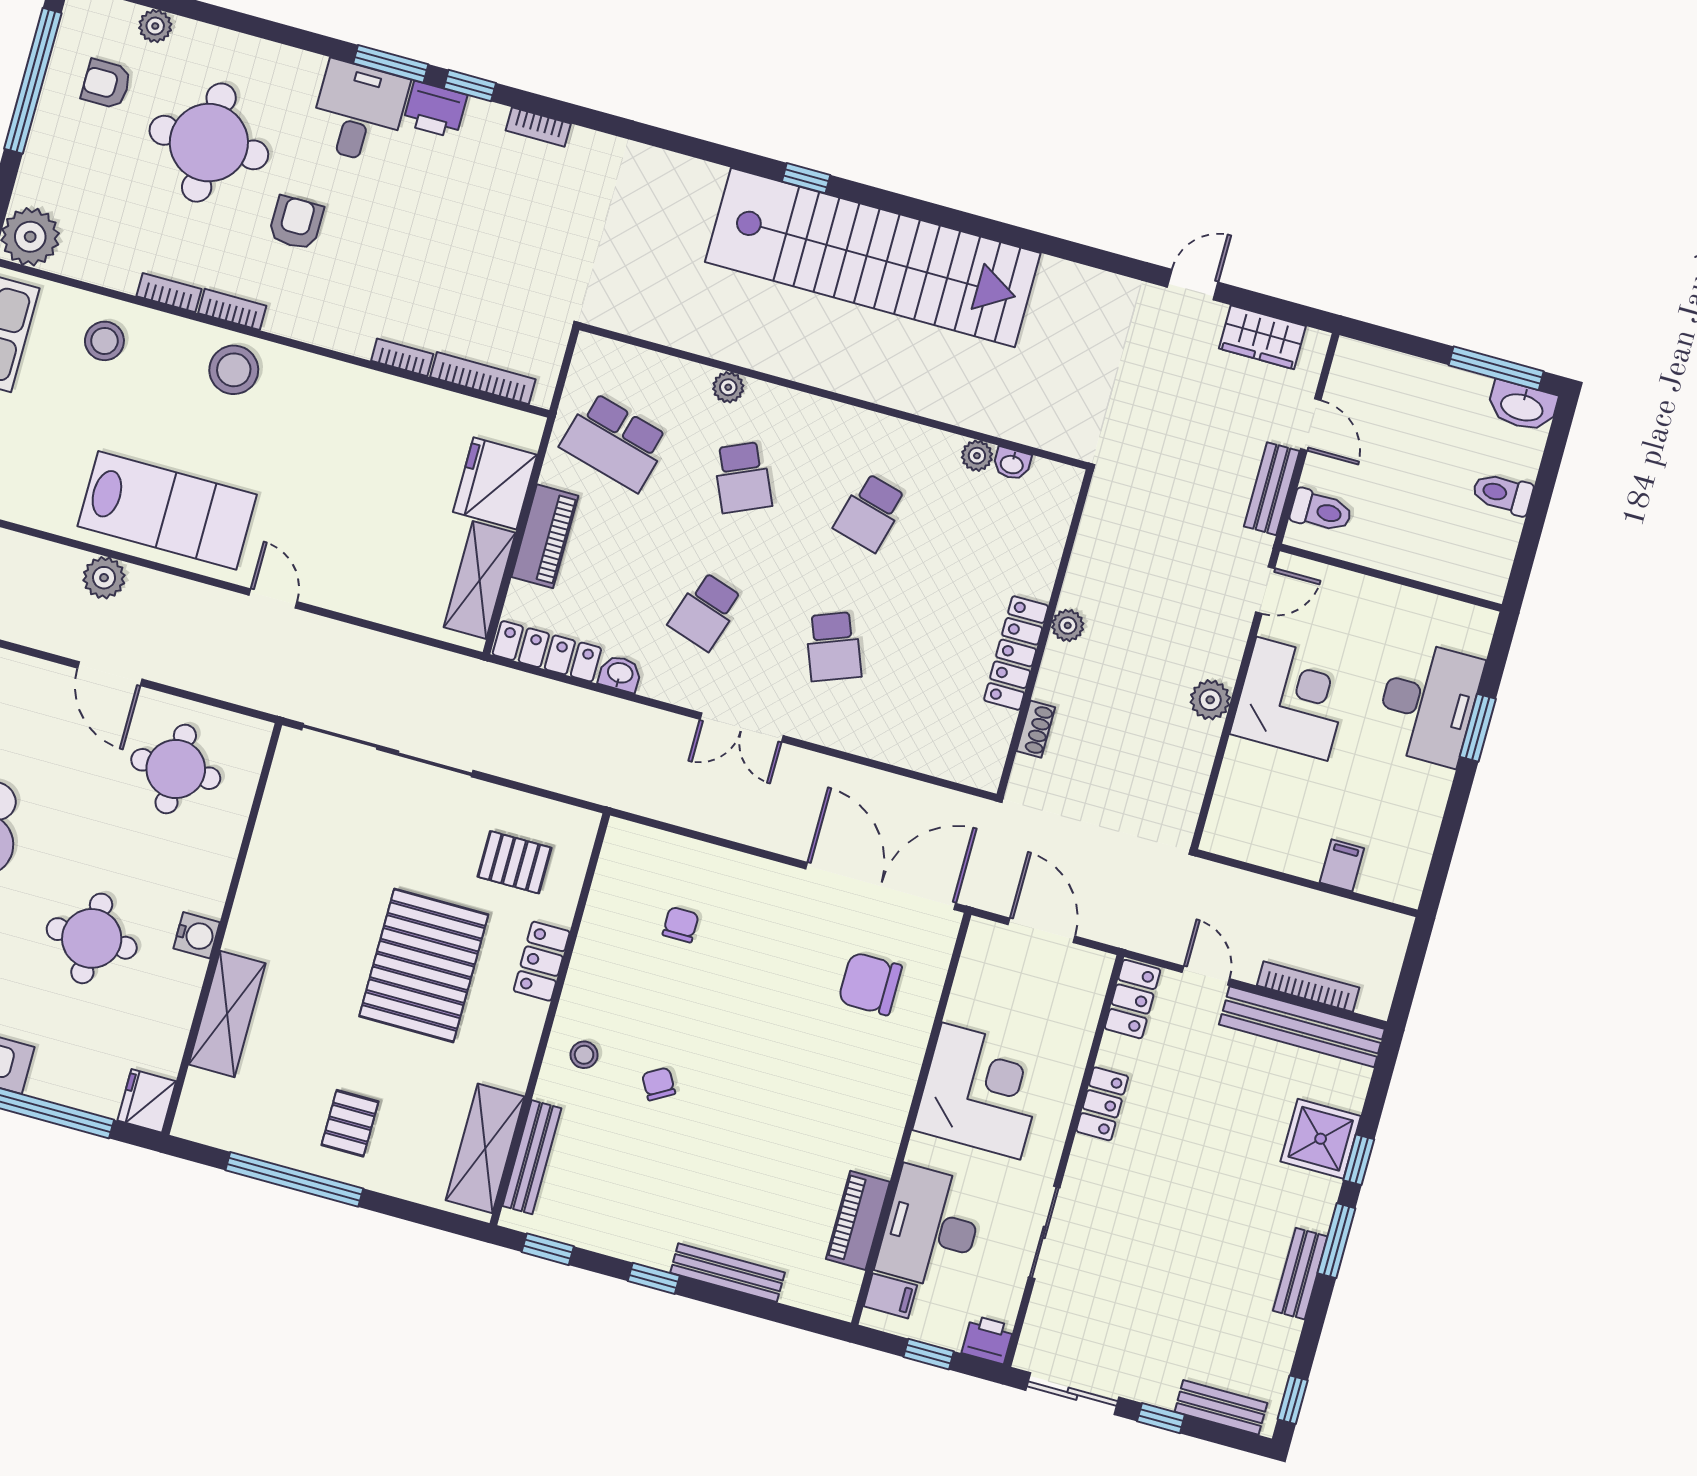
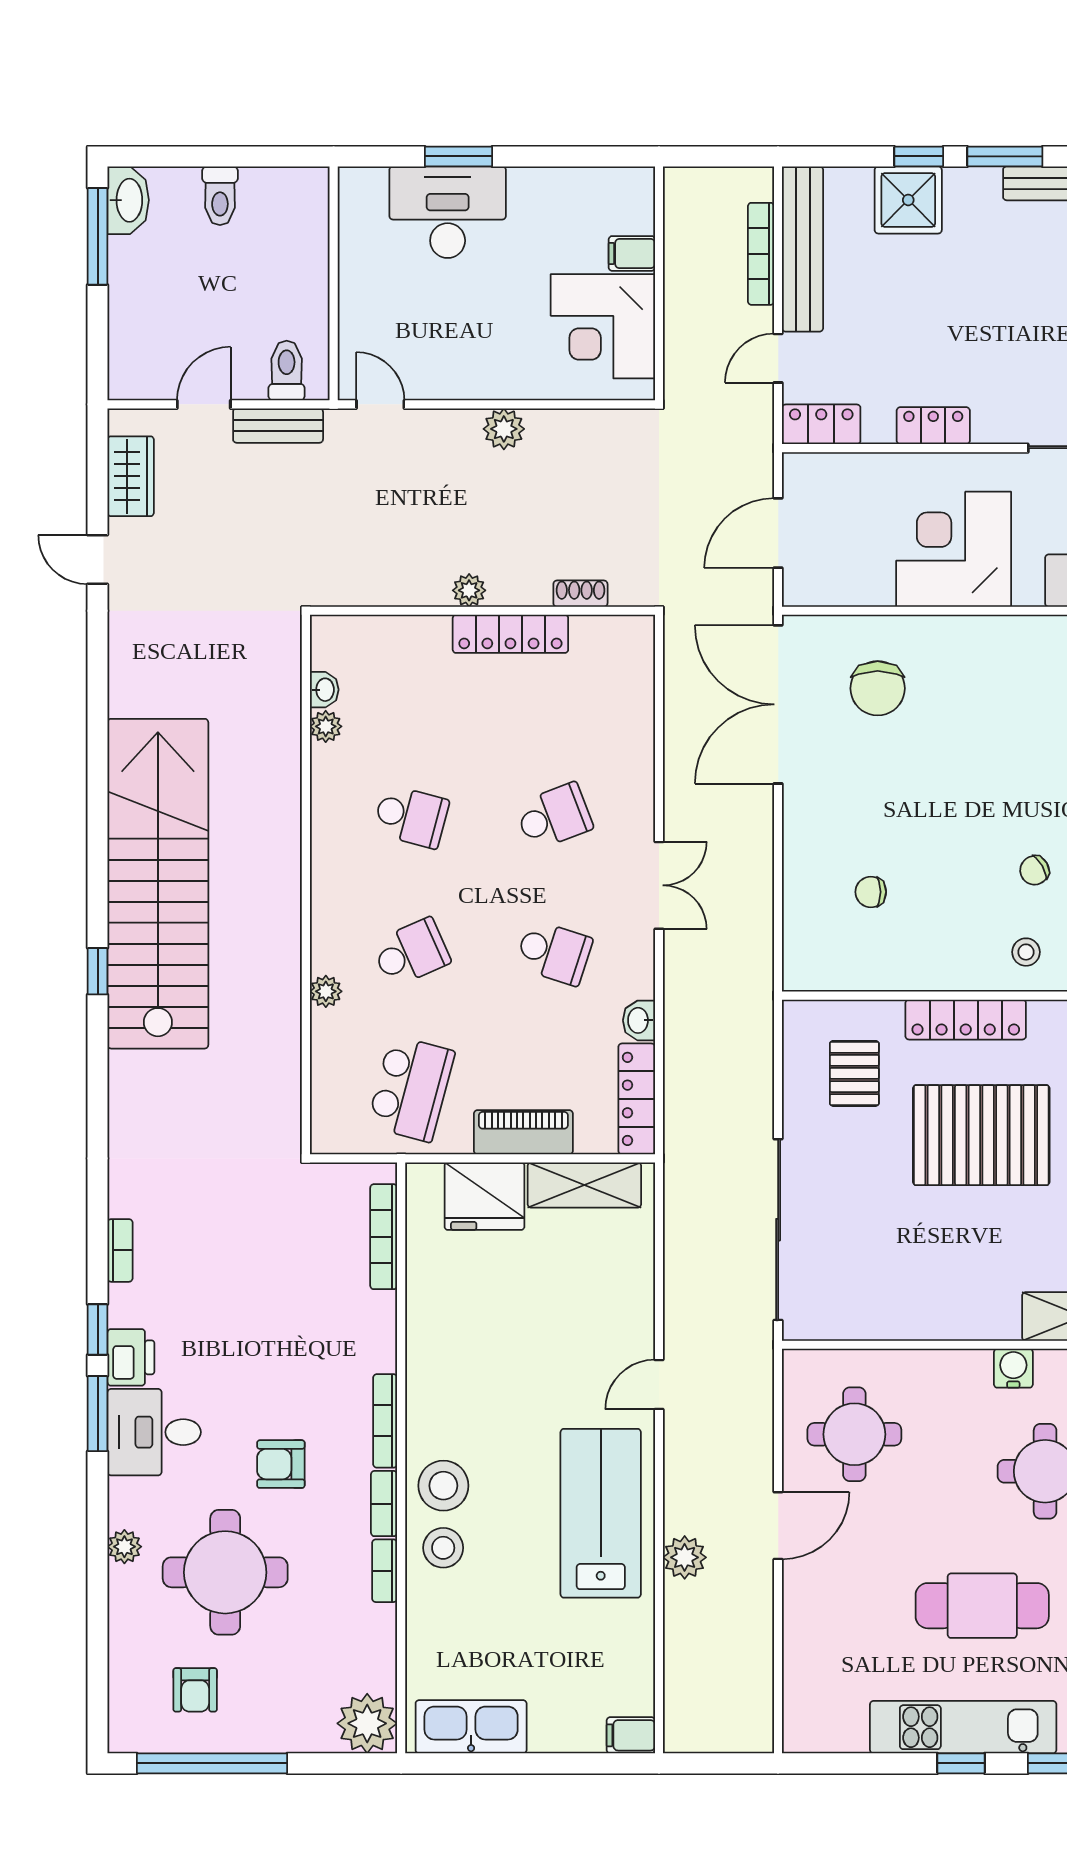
plant: (155, 26) -> (124, 1547), moved
stool: (104, 341) -> (443, 1548), moved
bookcase: (402, 357) -> (385, 1421), moved, width x1.56
corner desk: (1292, 699) -> (603, 326), moved, turned -90
locker: (542, 961) -> (966, 1020), width x1.53

